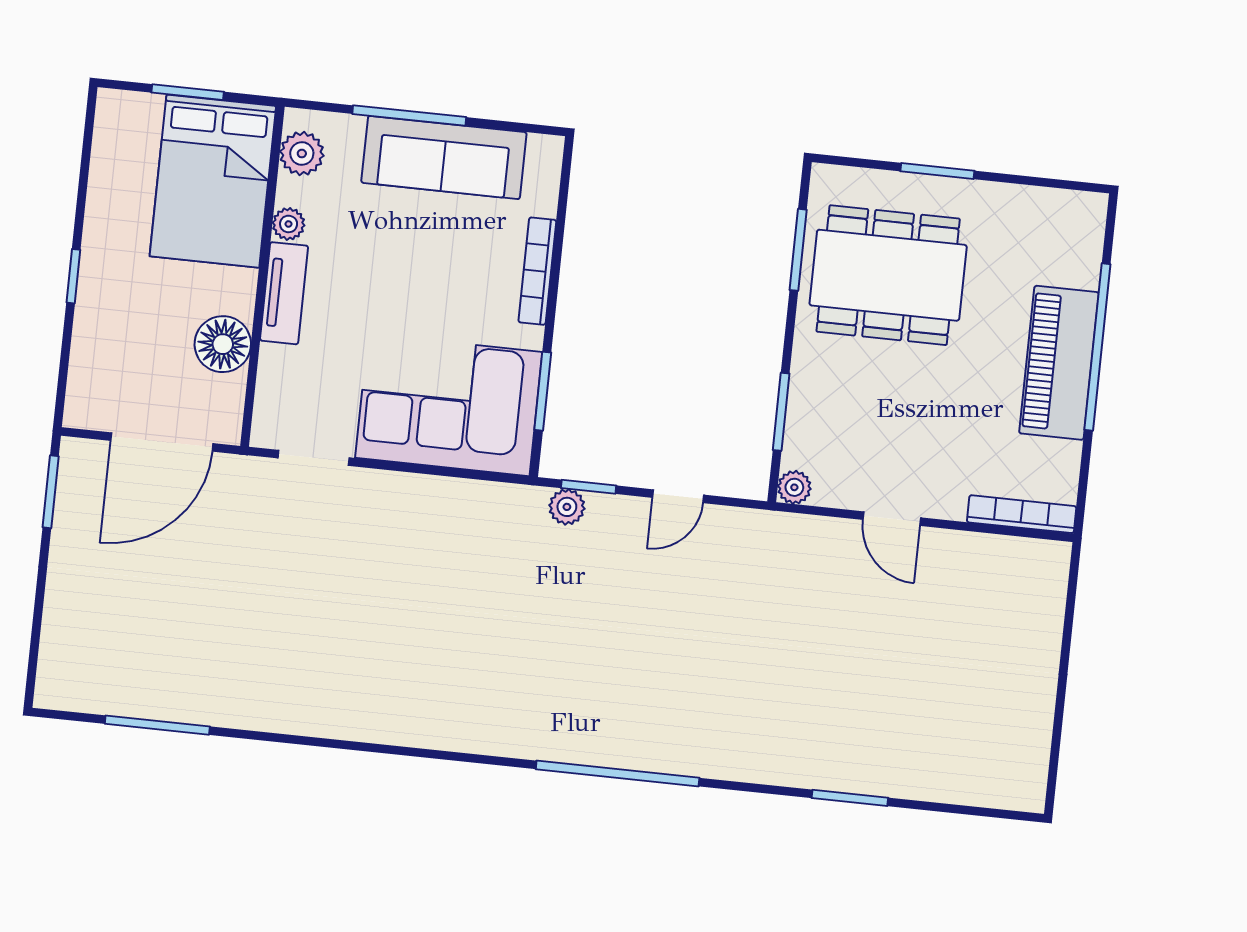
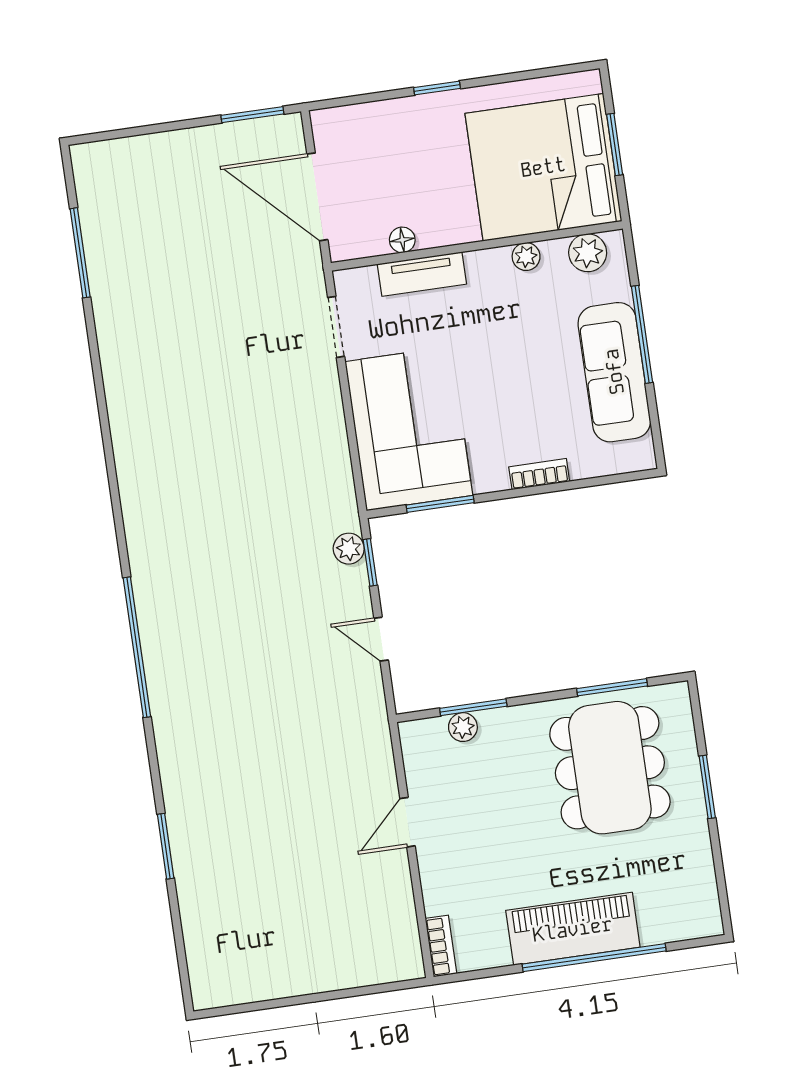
bed: (213, 181) -> (543, 167), width x1.36
bookcase: (537, 271) -> (539, 474), width x0.64
tv unit: (284, 293) -> (422, 274), moved
floor lamp: (223, 344) -> (402, 240), width x0.53, depth x0.53
plant: (794, 487) -> (463, 727), moved
bookcase: (1022, 514) -> (441, 946), width x0.64

